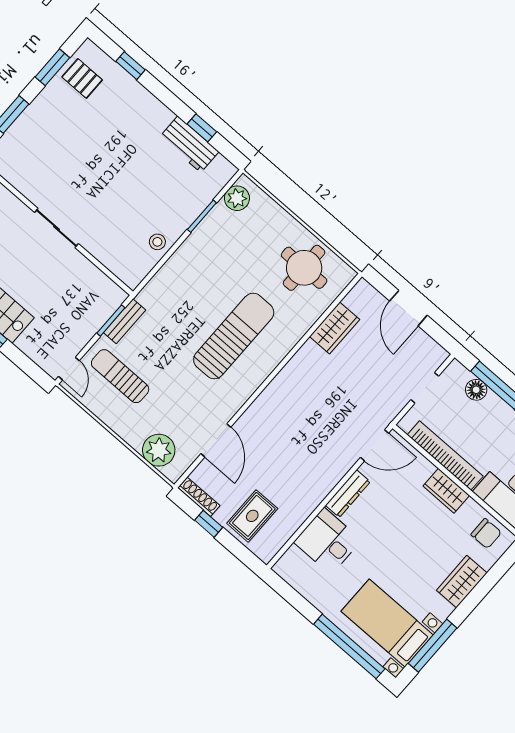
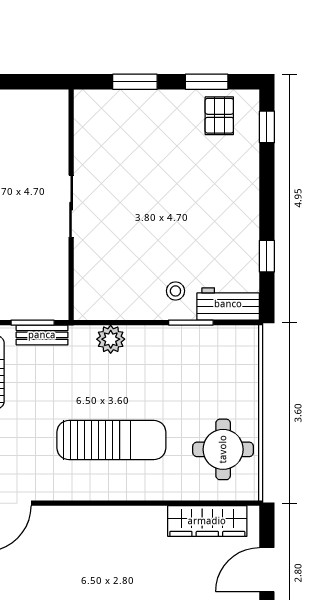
window: (130, 66) -> (267, 127), moved
workbench: (189, 144) -> (228, 304), moved, turned 90
plant: (237, 198) -> (111, 339), moved
stool: (157, 242) -> (175, 291), moved
wardrobe: (335, 328) -> (207, 521), width x1.50

